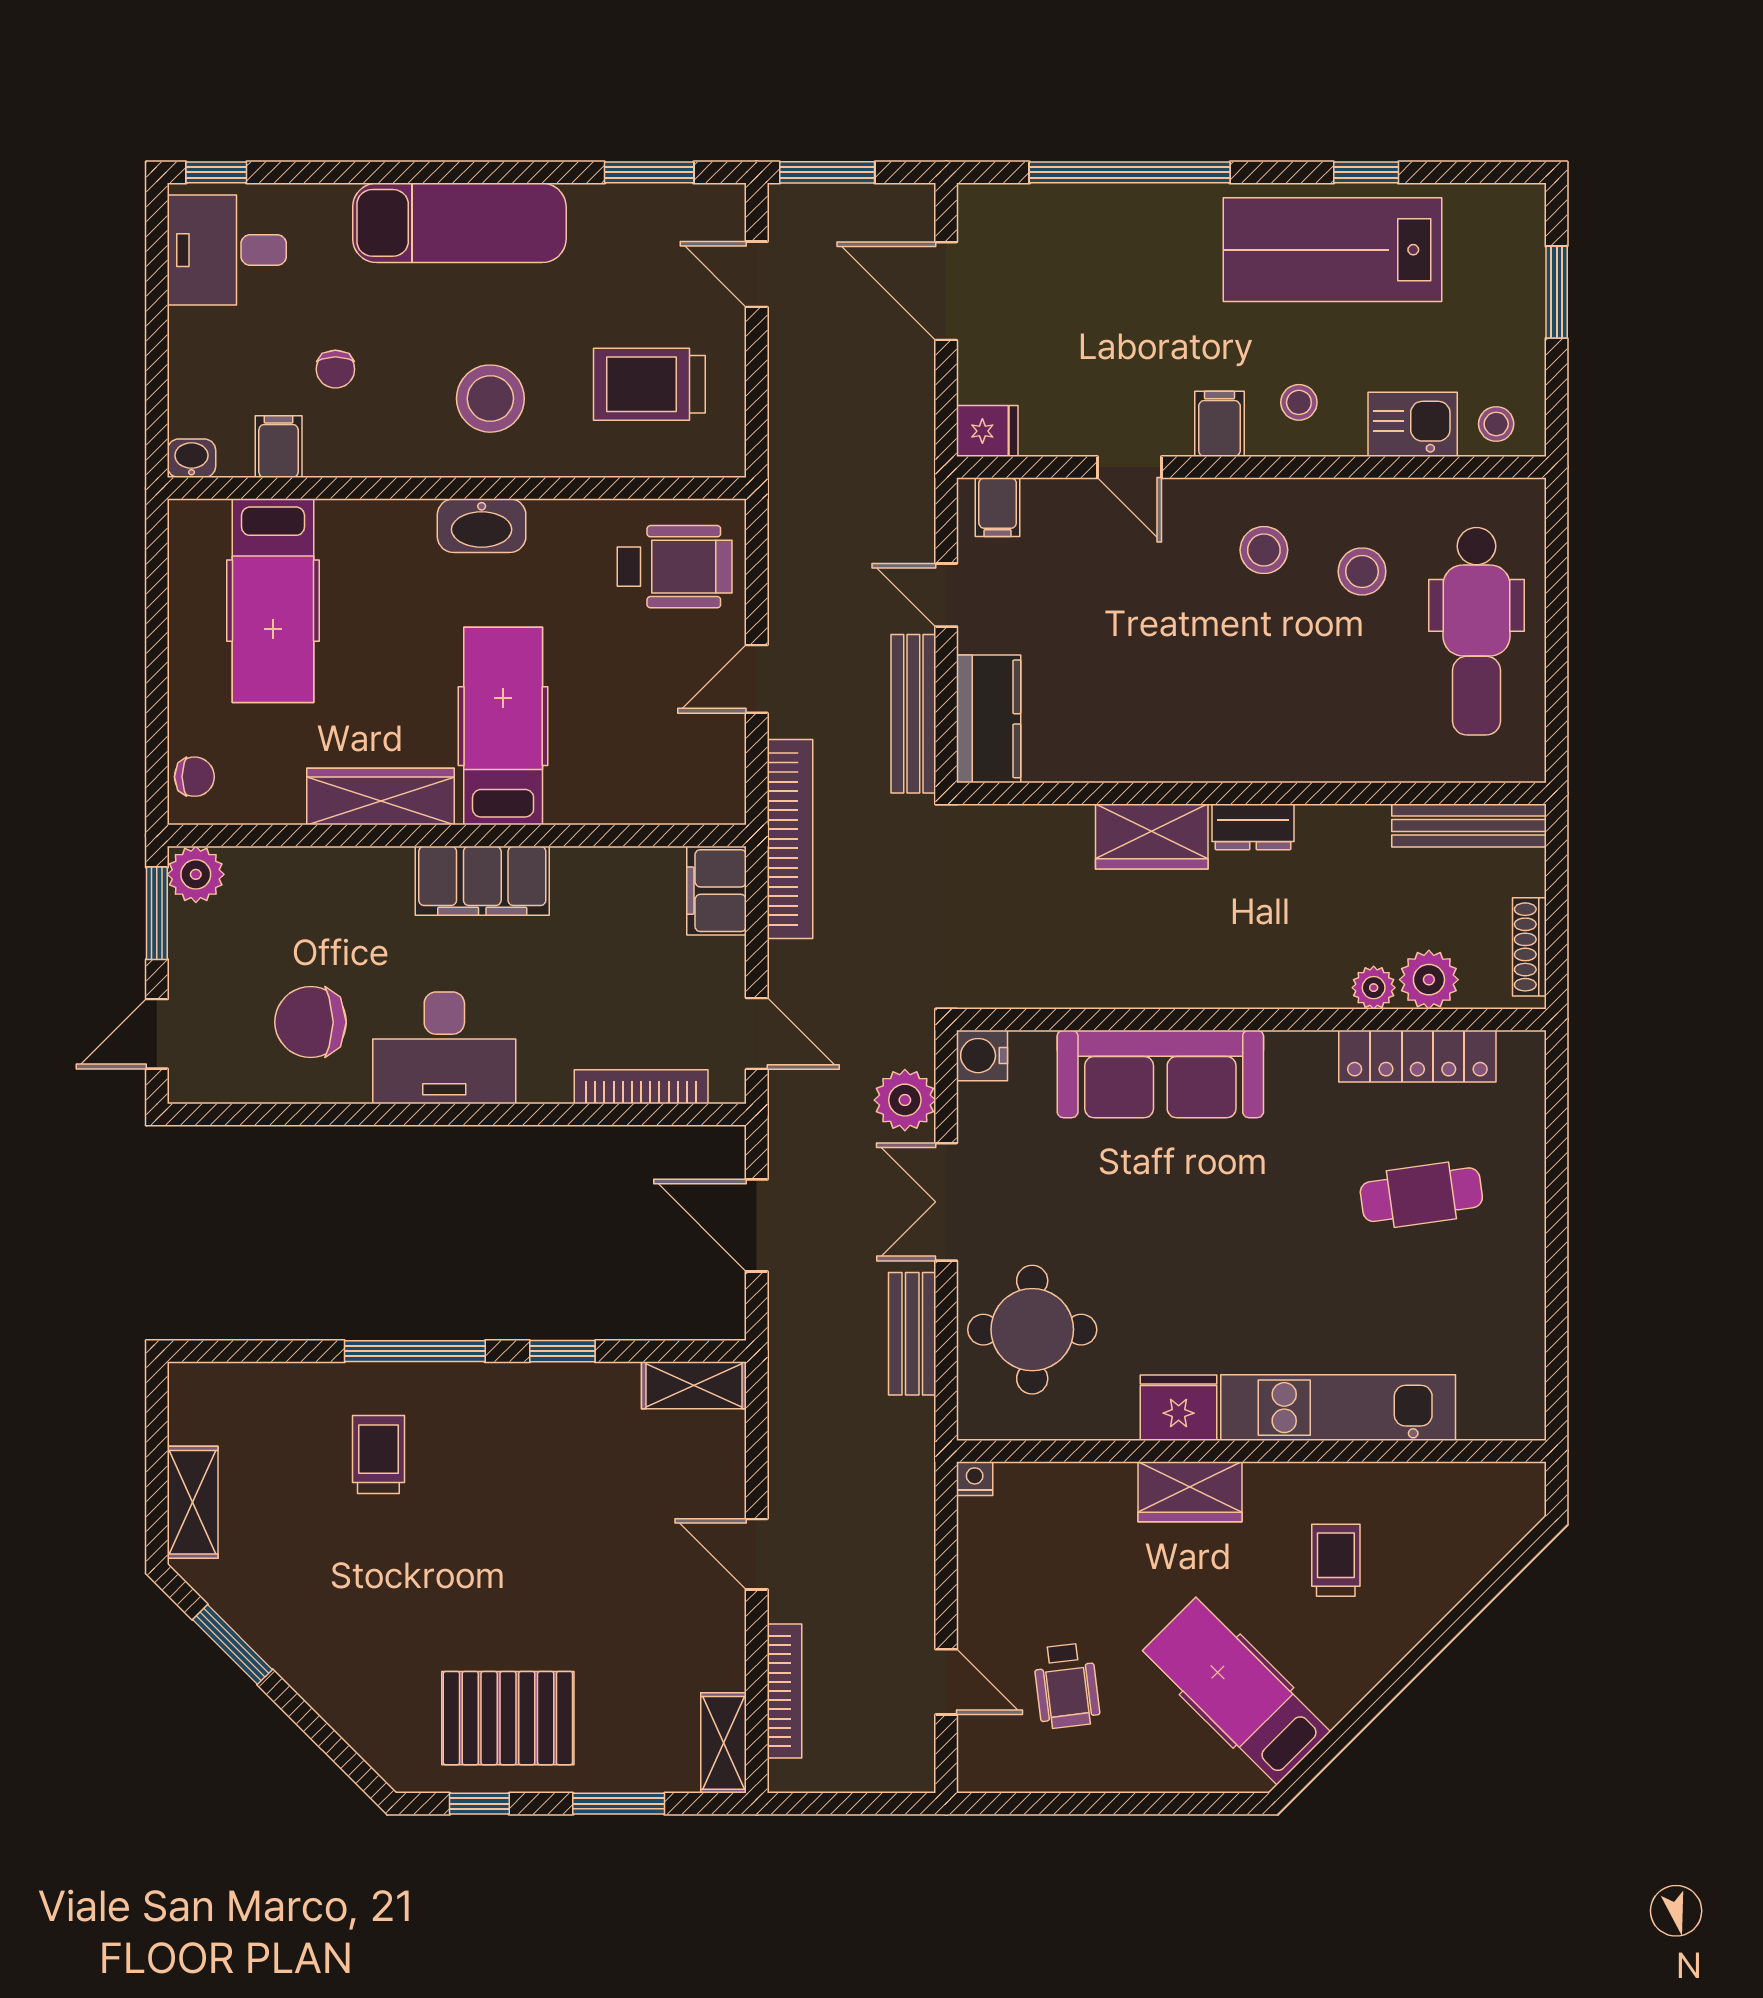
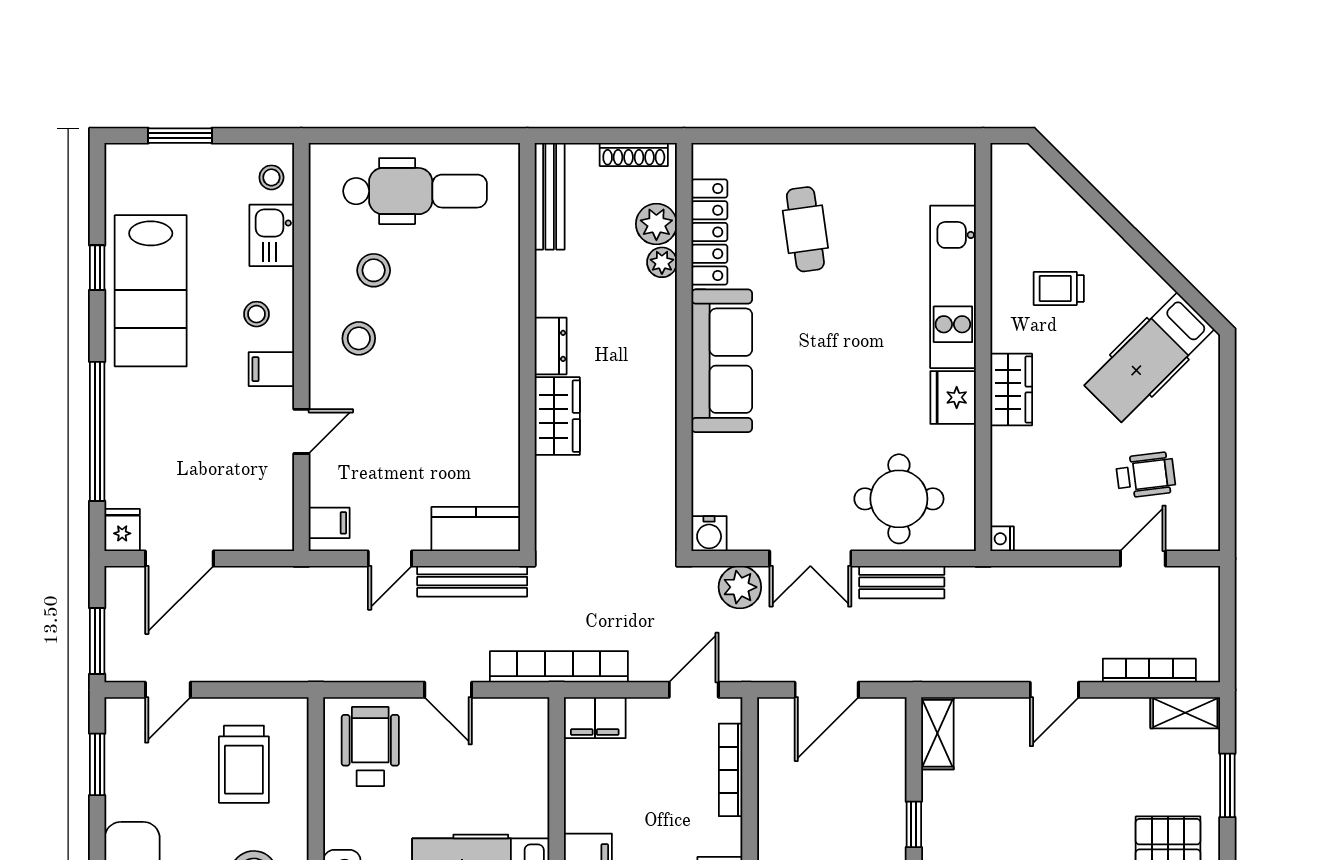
fridge: (987, 431) -> (122, 530), moved
sofa: (1160, 1074) -> (722, 361), moved

